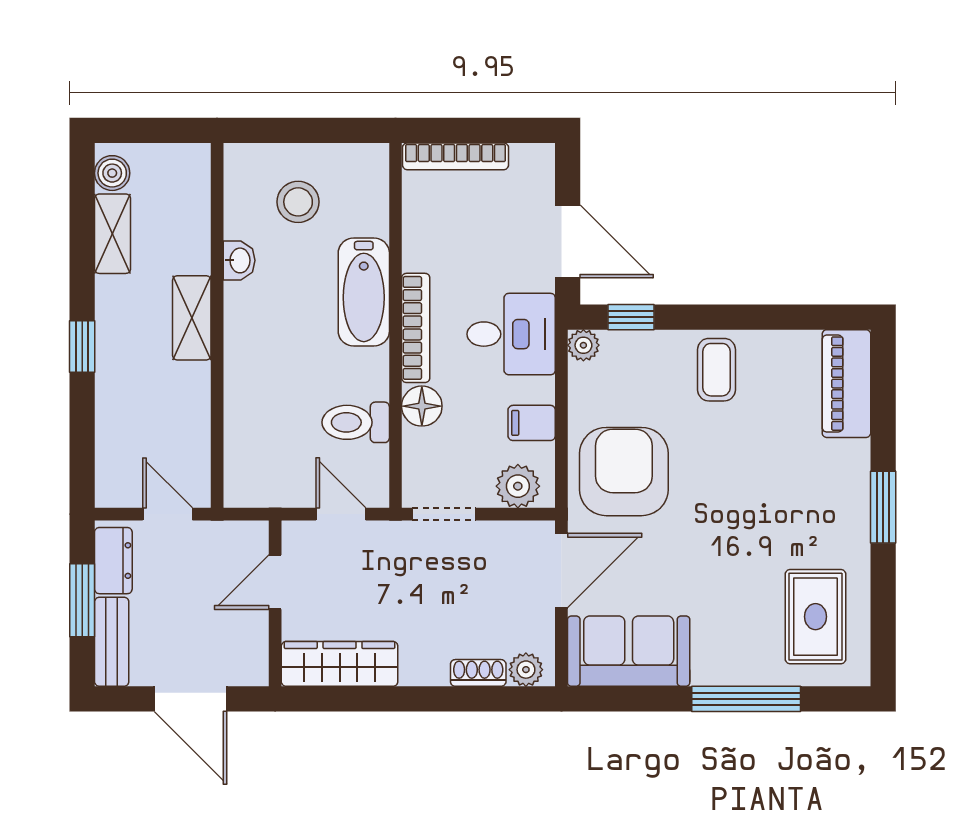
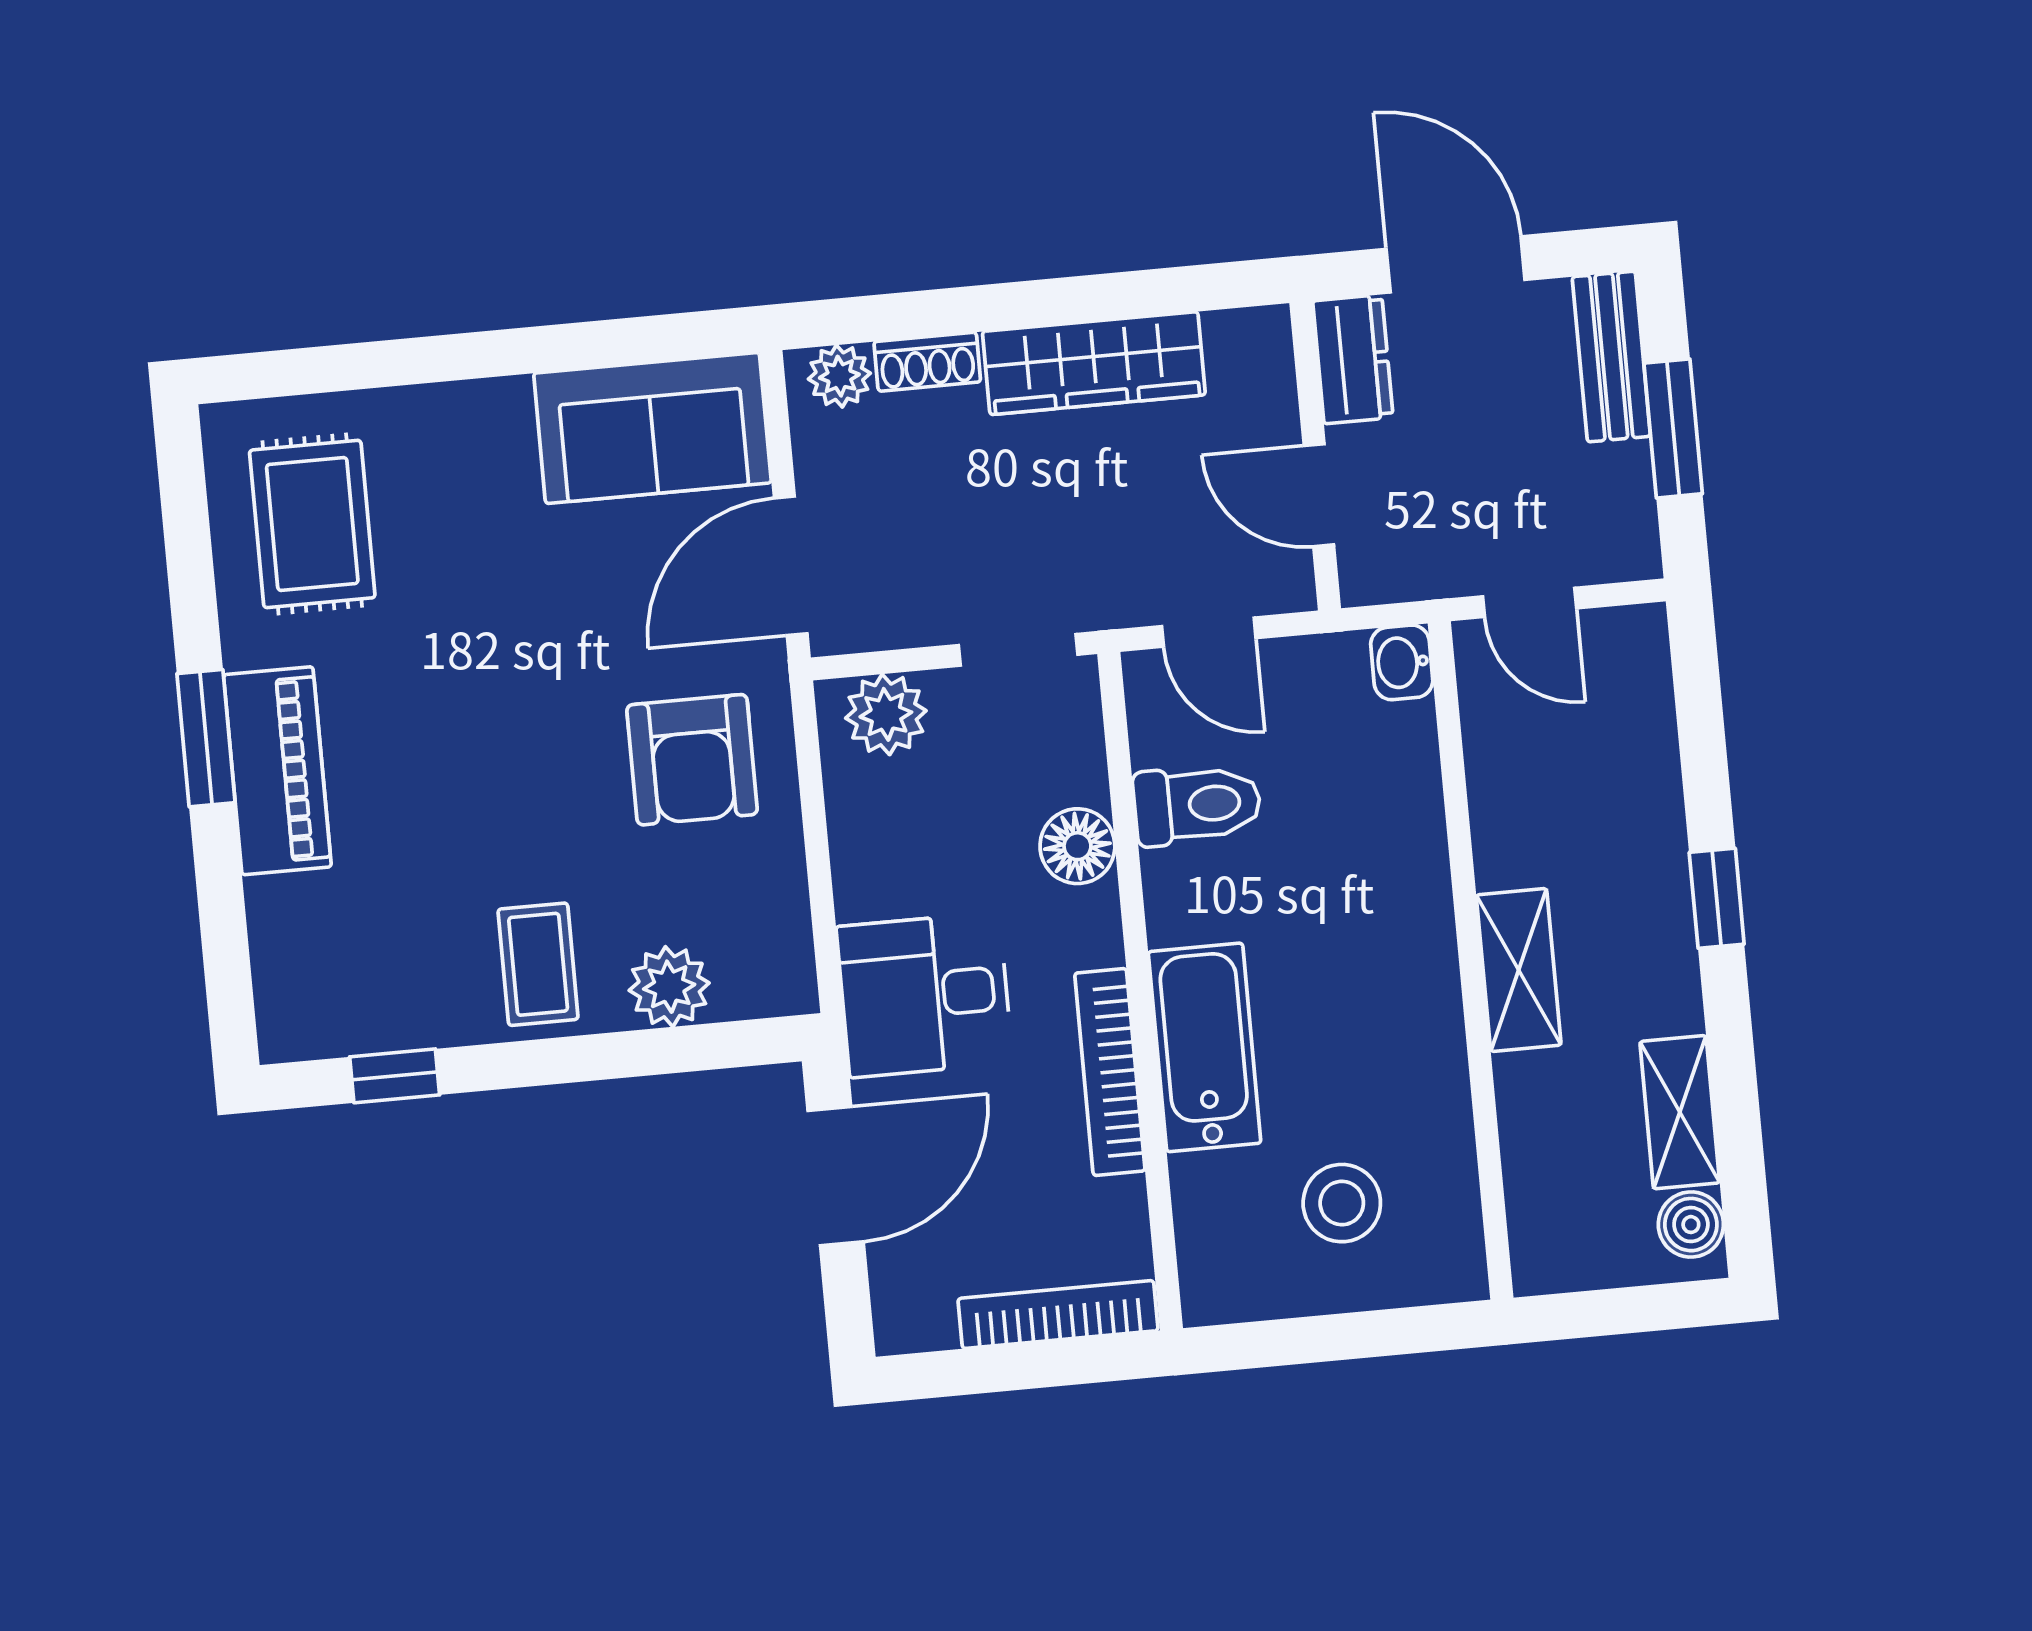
door: (568, 241) -> (836, 1176), swing flipped
washbasin: (239, 260) -> (1402, 662), moved
window: (631, 317) -> (395, 1076), moved
bookcase: (416, 328) -> (1110, 1072), moved
plant: (583, 345) -> (669, 987), moved, width x1.38, depth x1.38
piano: (846, 384) -> (277, 771), moved
filing cabinet: (532, 423) -> (871, 834), removed
armchair: (624, 472) -> (692, 760), width x0.73, depth x0.73
dresser: (113, 561) -> (1353, 359), moved, turned 180
door: (275, 582) -> (1319, 495), swing flipped
wardrobe: (340, 664) -> (1094, 363), moved
window: (746, 699) -> (427, 360), removed

